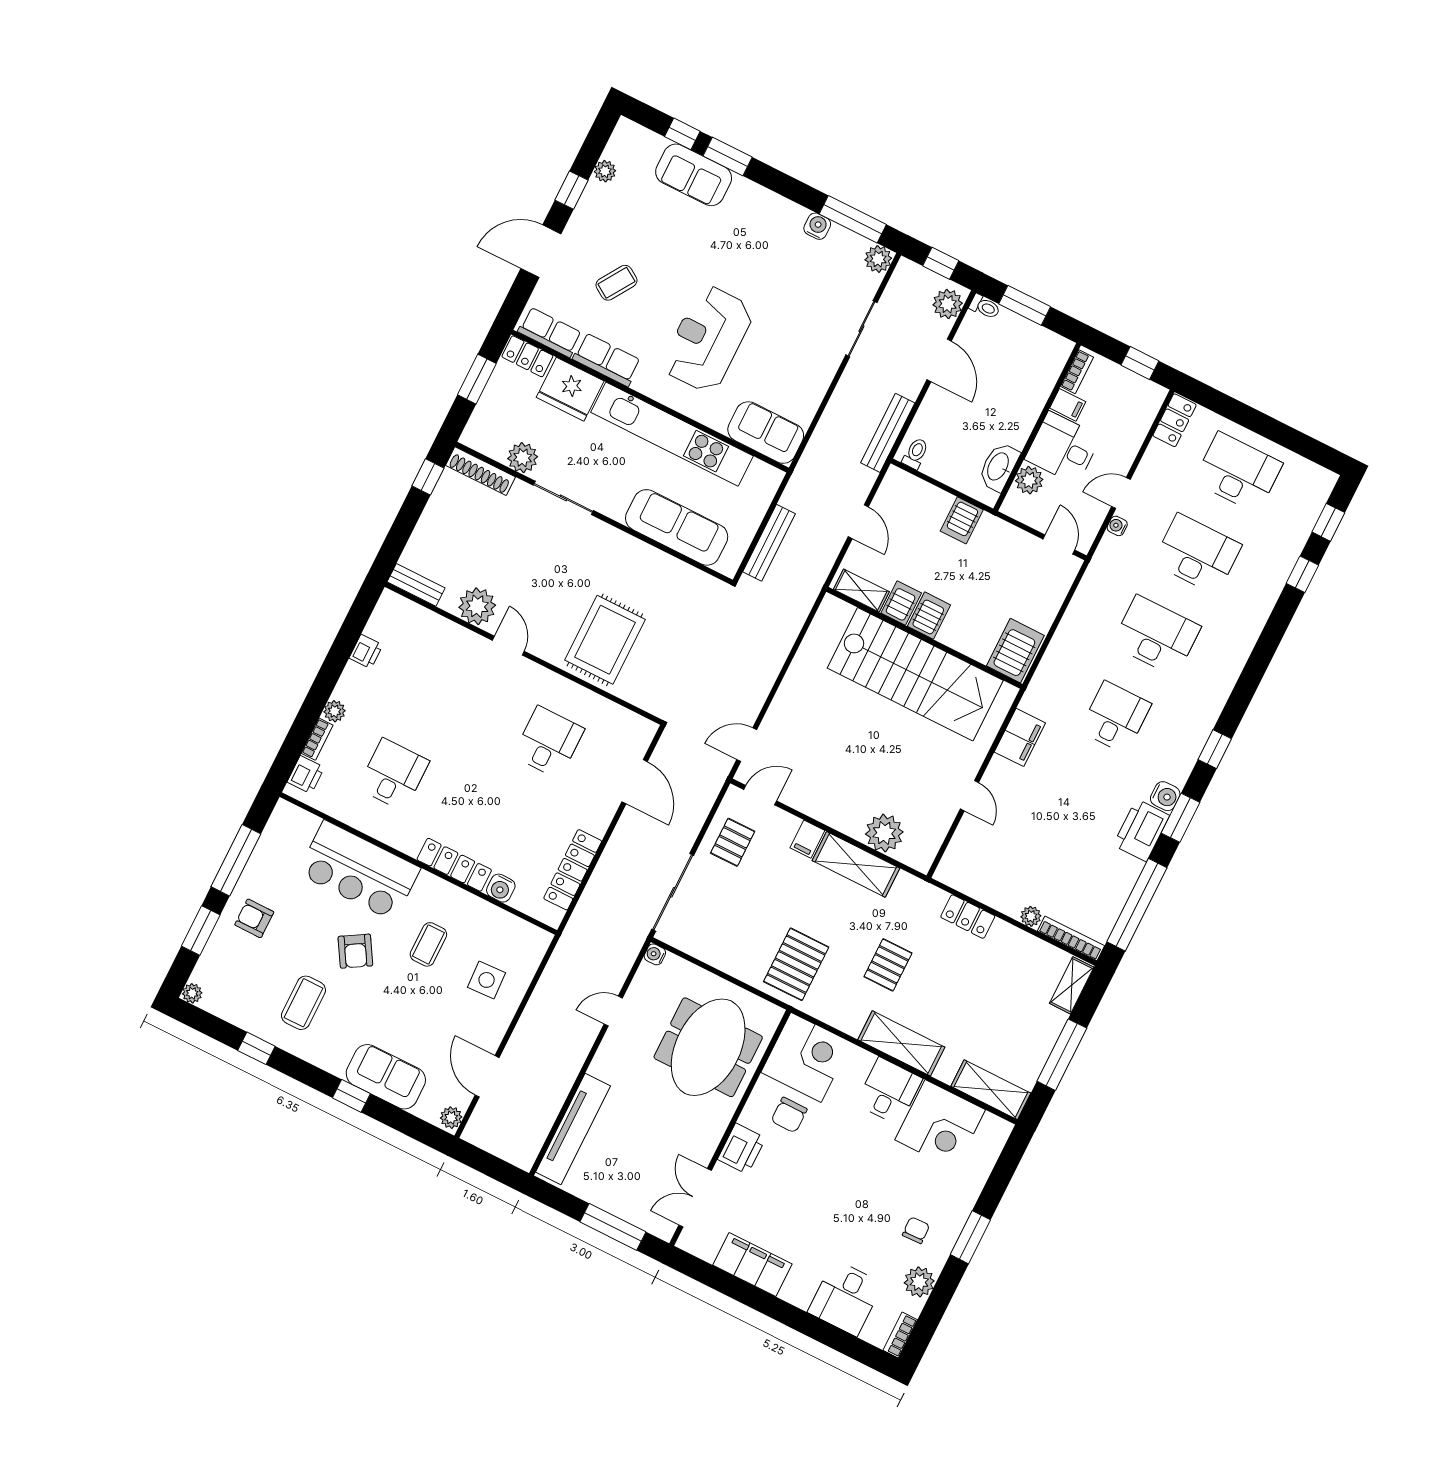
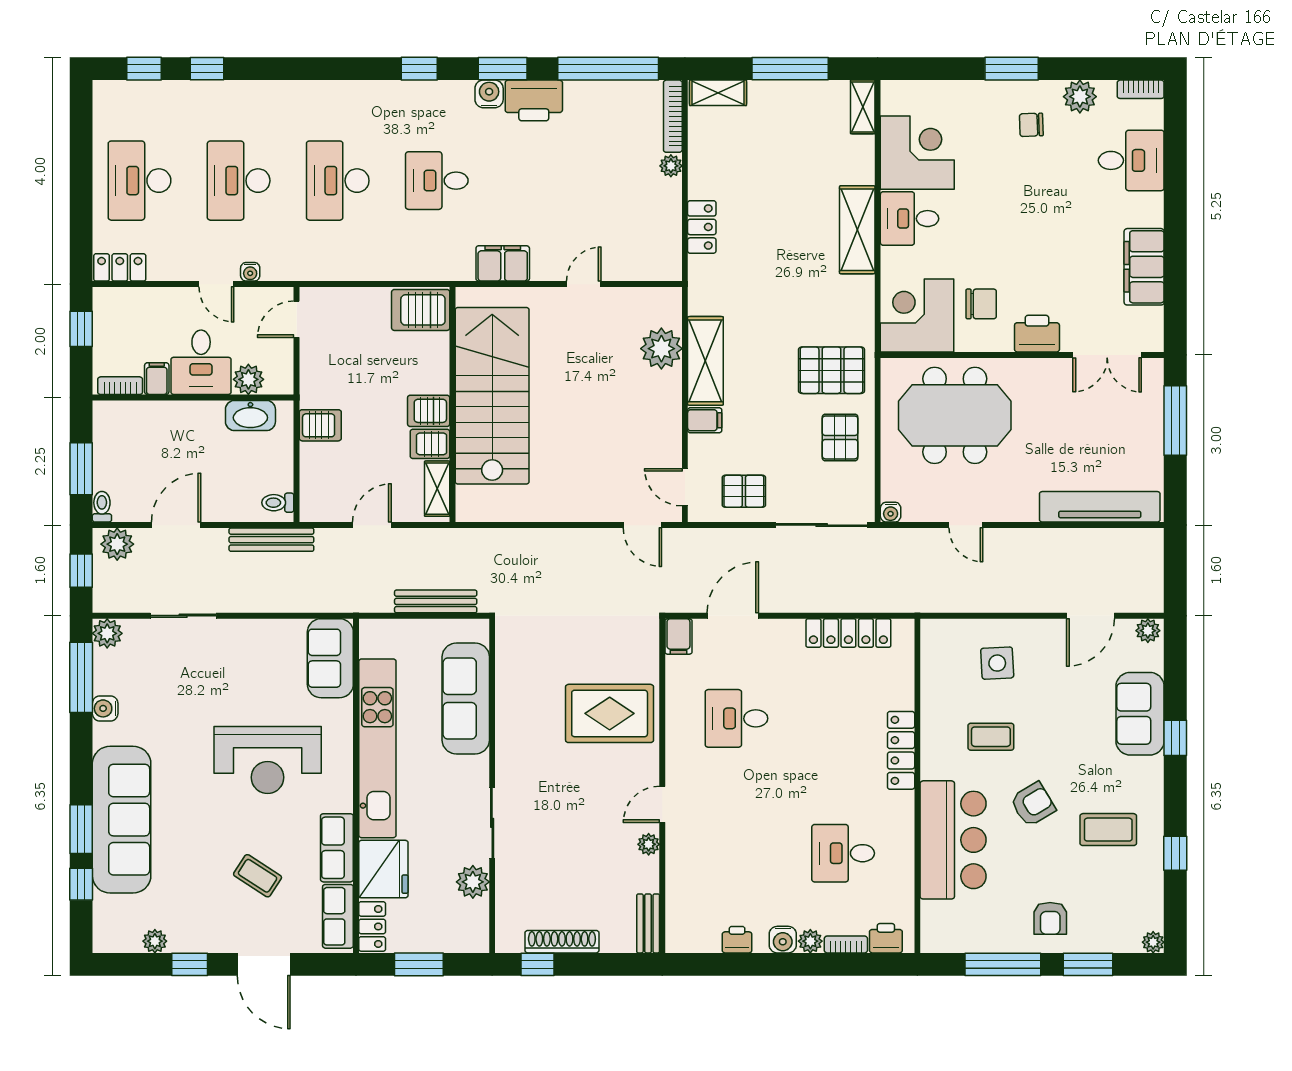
sofa: (694, 175) -> (122, 820), width x1.85, depth x1.27
shoe rack: (480, 471) -> (562, 942), moved, turned -90
plant: (477, 606) -> (649, 844), width x0.53, depth x0.53
filing cabinet: (640, 728) -> (678, 636), added
water cooler: (501, 888) -> (783, 940), moved, turned 90
pallet: (888, 965) -> (840, 437), moved, turned 90
shelving: (991, 1090) -> (863, 107), width x0.67, depth x0.75

